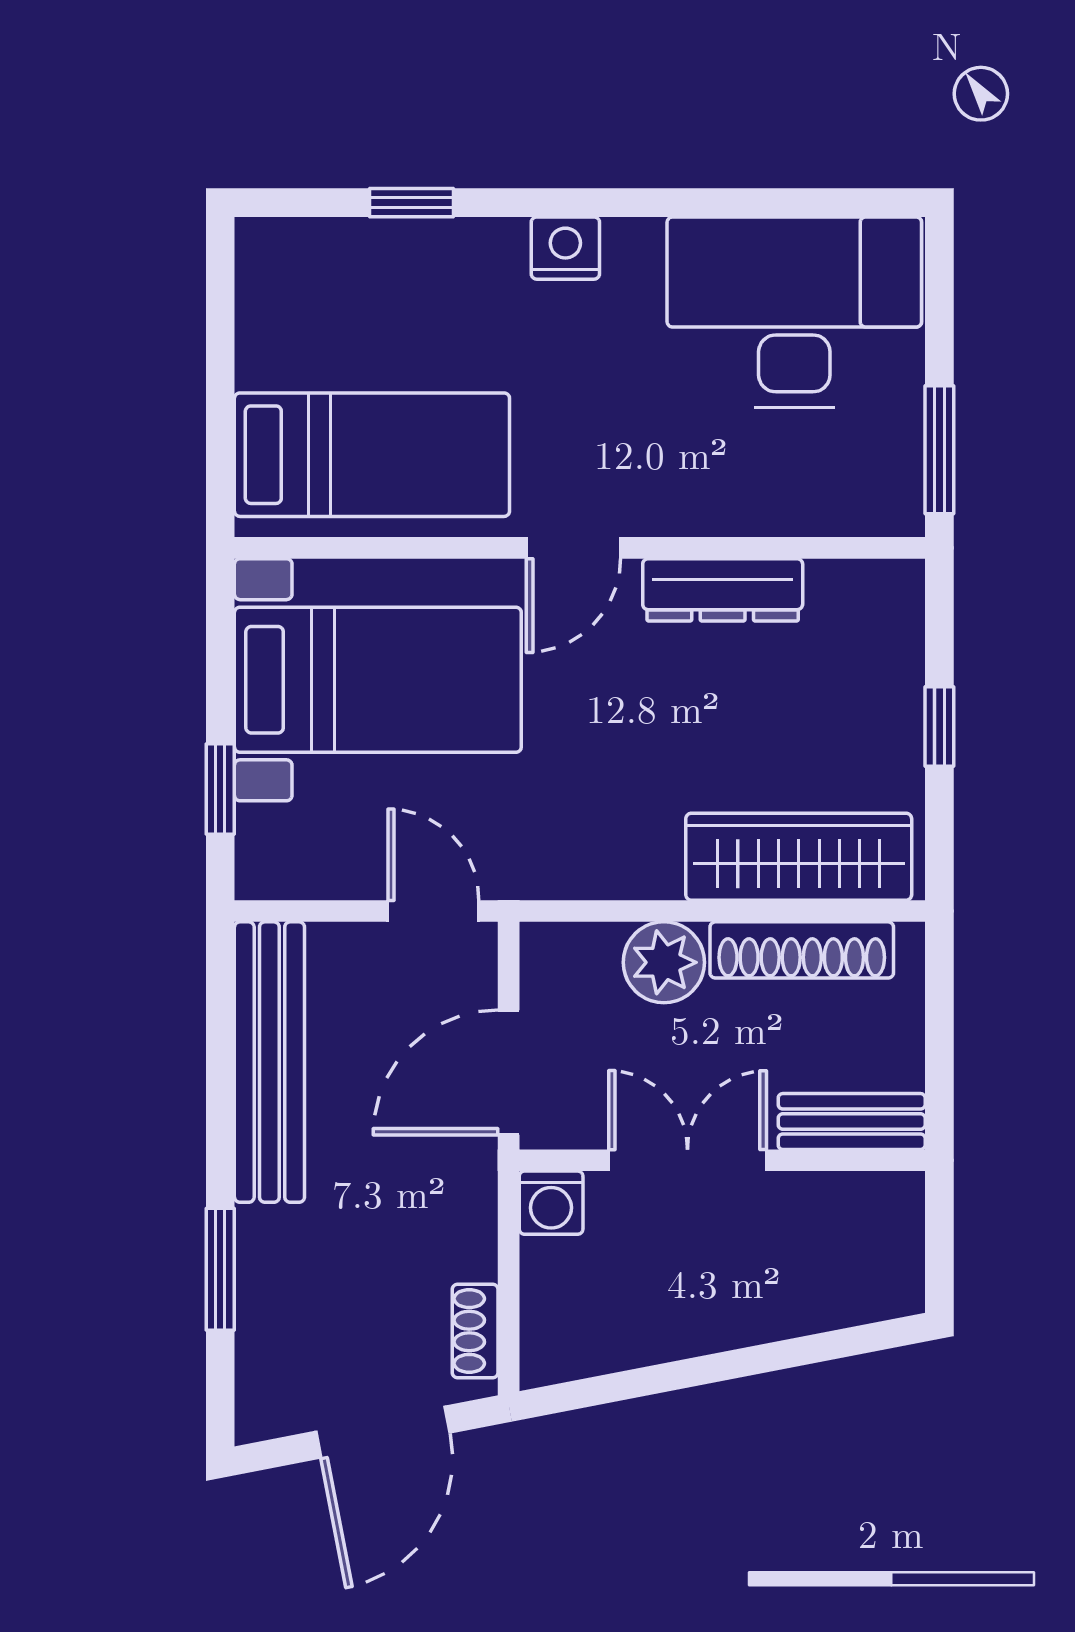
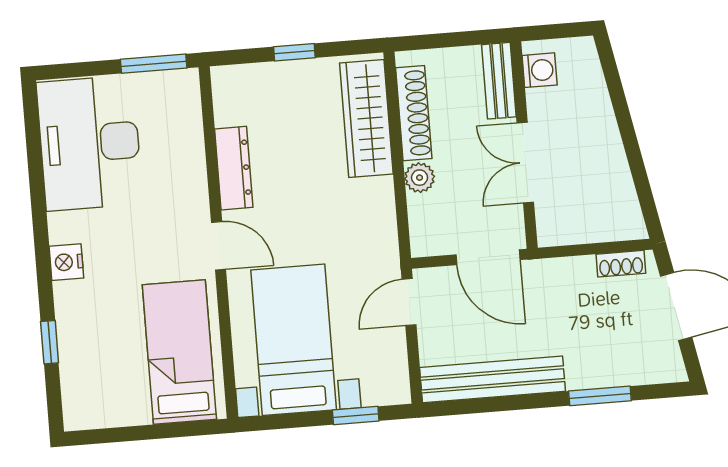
plant: (664, 962) -> (420, 178), width x0.73, depth x0.73
washing machine: (551, 1203) -> (540, 70), moved

